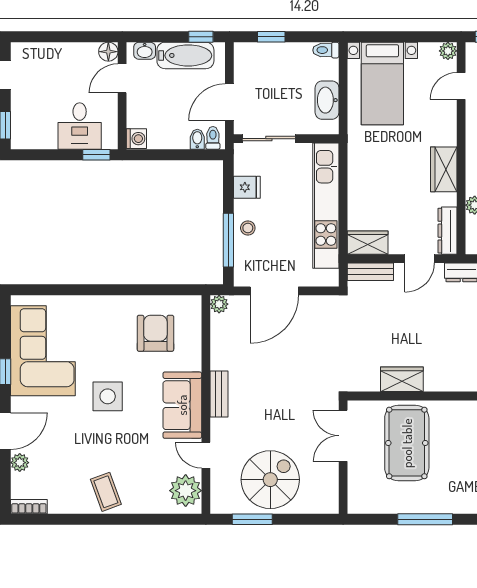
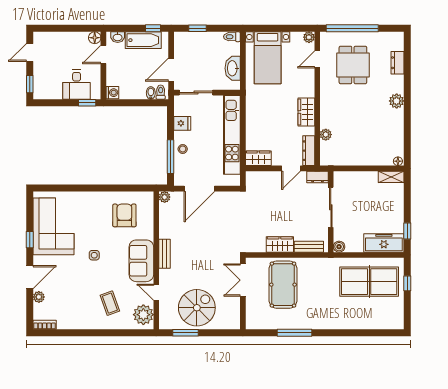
bench: (370, 272) -> (309, 247), moved
side table: (108, 396) -> (94, 255), width x0.54, depth x0.54
coffee table: (106, 492) -> (110, 303), moved

